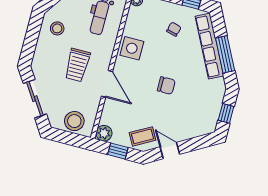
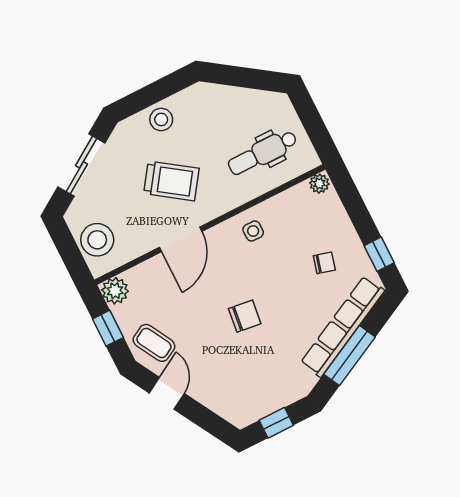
stool: (57, 28) -> (161, 119), moved
side table: (132, 48) -> (253, 231), width x0.54, depth x0.54
trolley: (77, 65) -> (171, 181), turned -145
chair: (166, 85) -> (245, 316), turned -83

